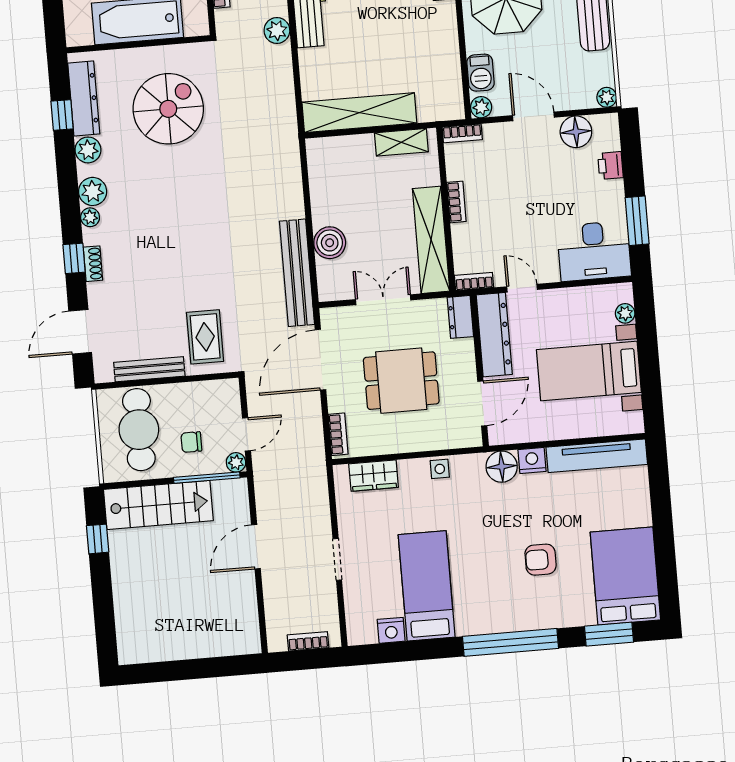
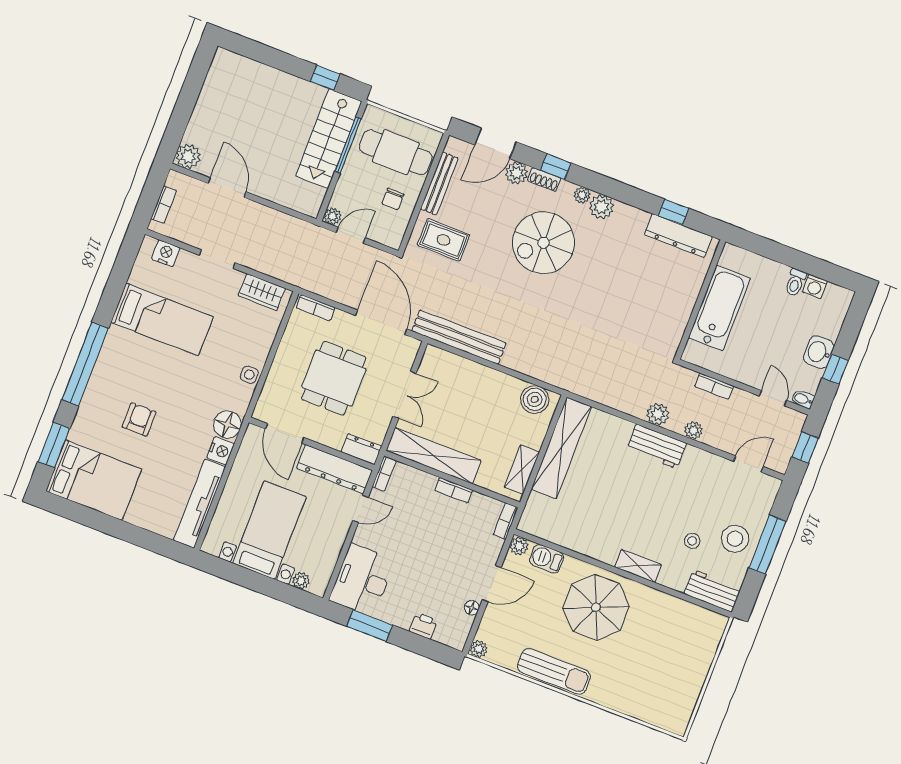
spiral stairs: (168, 109) -> (543, 243), moved, turned 90
floor lamp: (576, 132) -> (472, 608), width x0.53, depth x0.53
plant: (88, 150) -> (516, 173), moved
boiler: (330, 243) -> (535, 399), moved
door: (80, 332) -> (495, 143), swing flipped
door: (246, 434) -> (351, 235), swing flipped
chair: (191, 442) -> (393, 199), moved, turned 180
wardrobe: (374, 476) -> (262, 292), moved, turned -90
window: (207, 478) -> (348, 145), moved
door: (256, 547) -> (227, 188), moved
nightstand: (391, 630) -> (166, 253), moved, turned 90
plant: (246, 640) -> (188, 156), added

